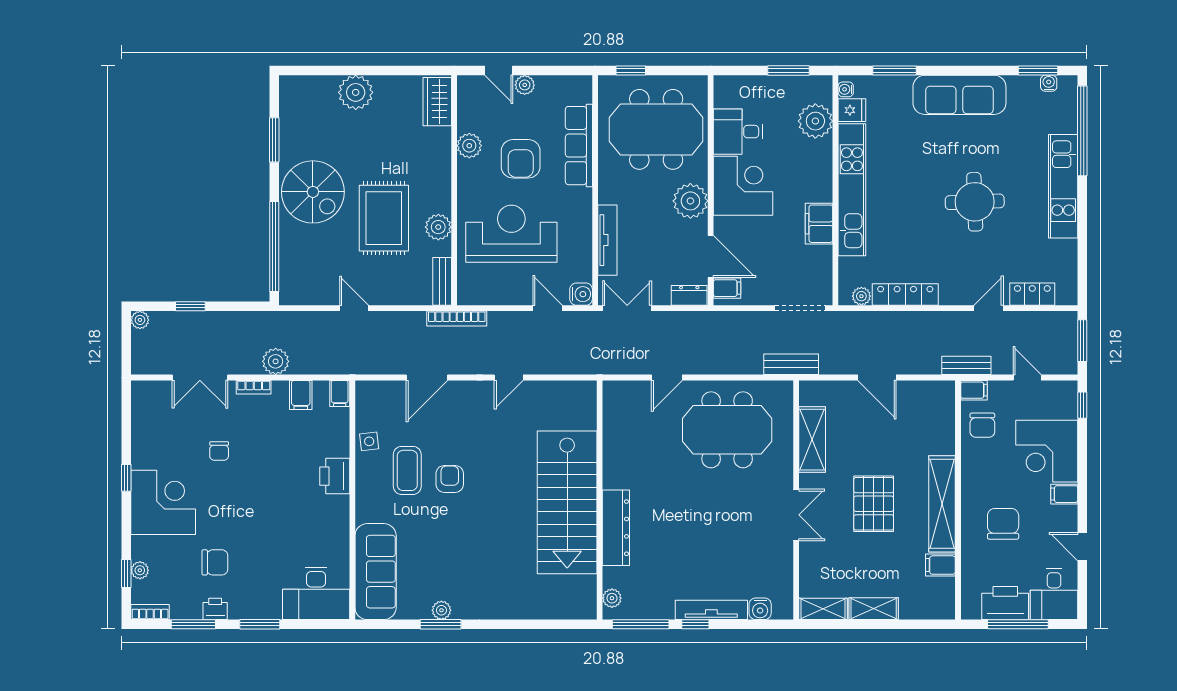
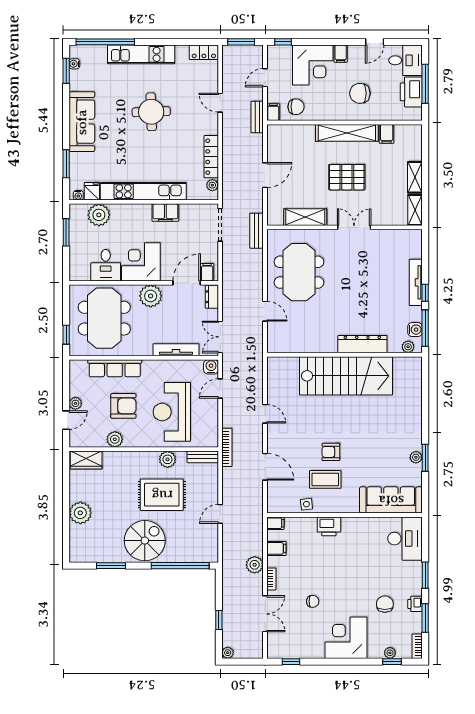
locker: (1032, 294) -> (204, 52), moved, turned -90
window: (126, 478) -> (291, 662), moved
water cooler: (760, 609) -> (415, 330), moved

